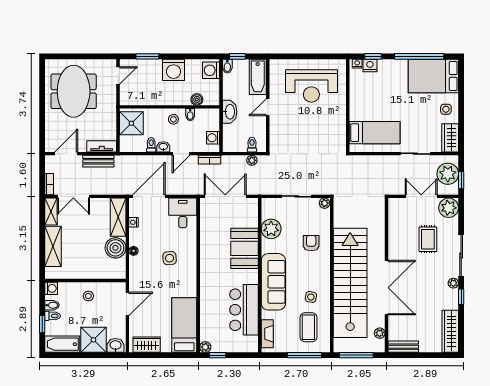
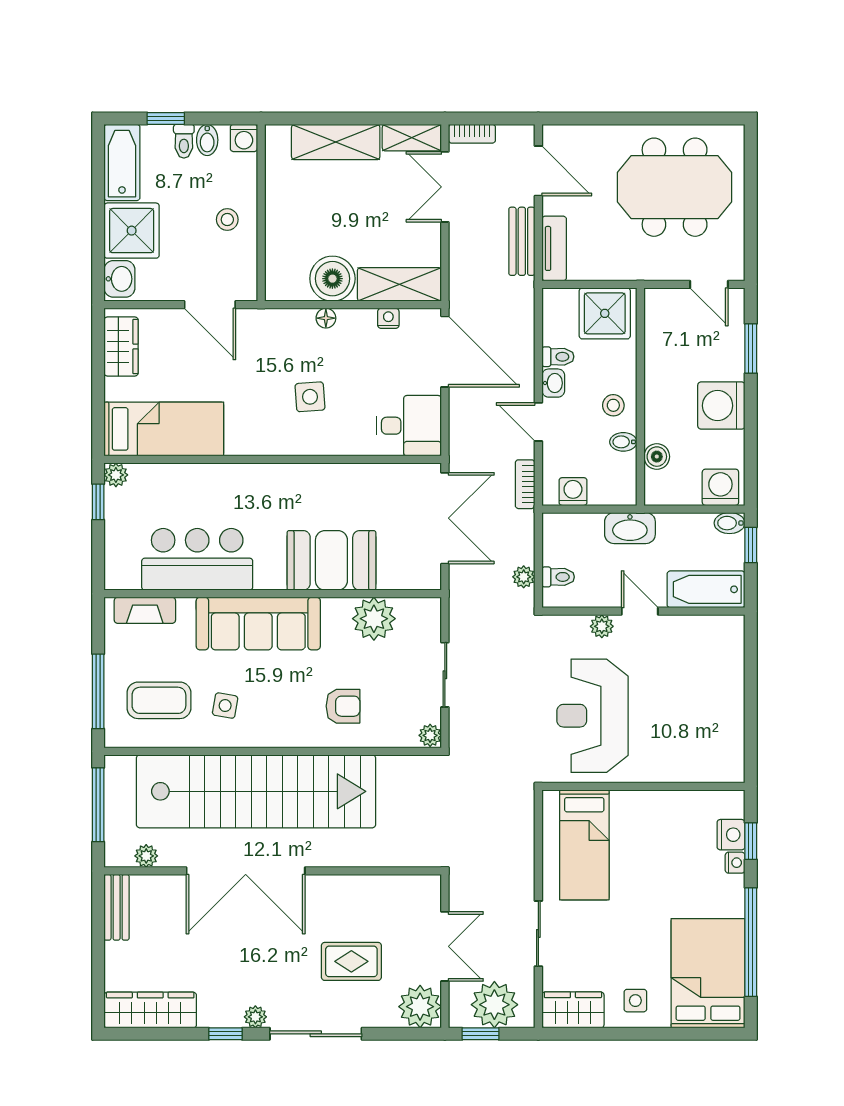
nightstand: (357, 64) -> (735, 863), moved
reception desk: (311, 86) -> (592, 716), moved
plant: (275, 125) -> (602, 626), added

